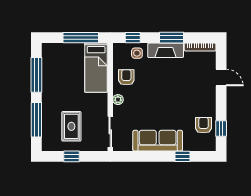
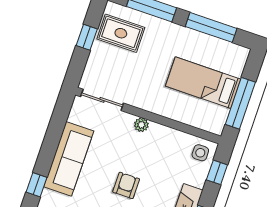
side table: (137, 53) -> (200, 153), moved
bed: (96, 68) -> (203, 83), moved
armchair: (126, 77) -> (126, 185), moved, turned -90
rug: (71, 126) -> (121, 33), moved

